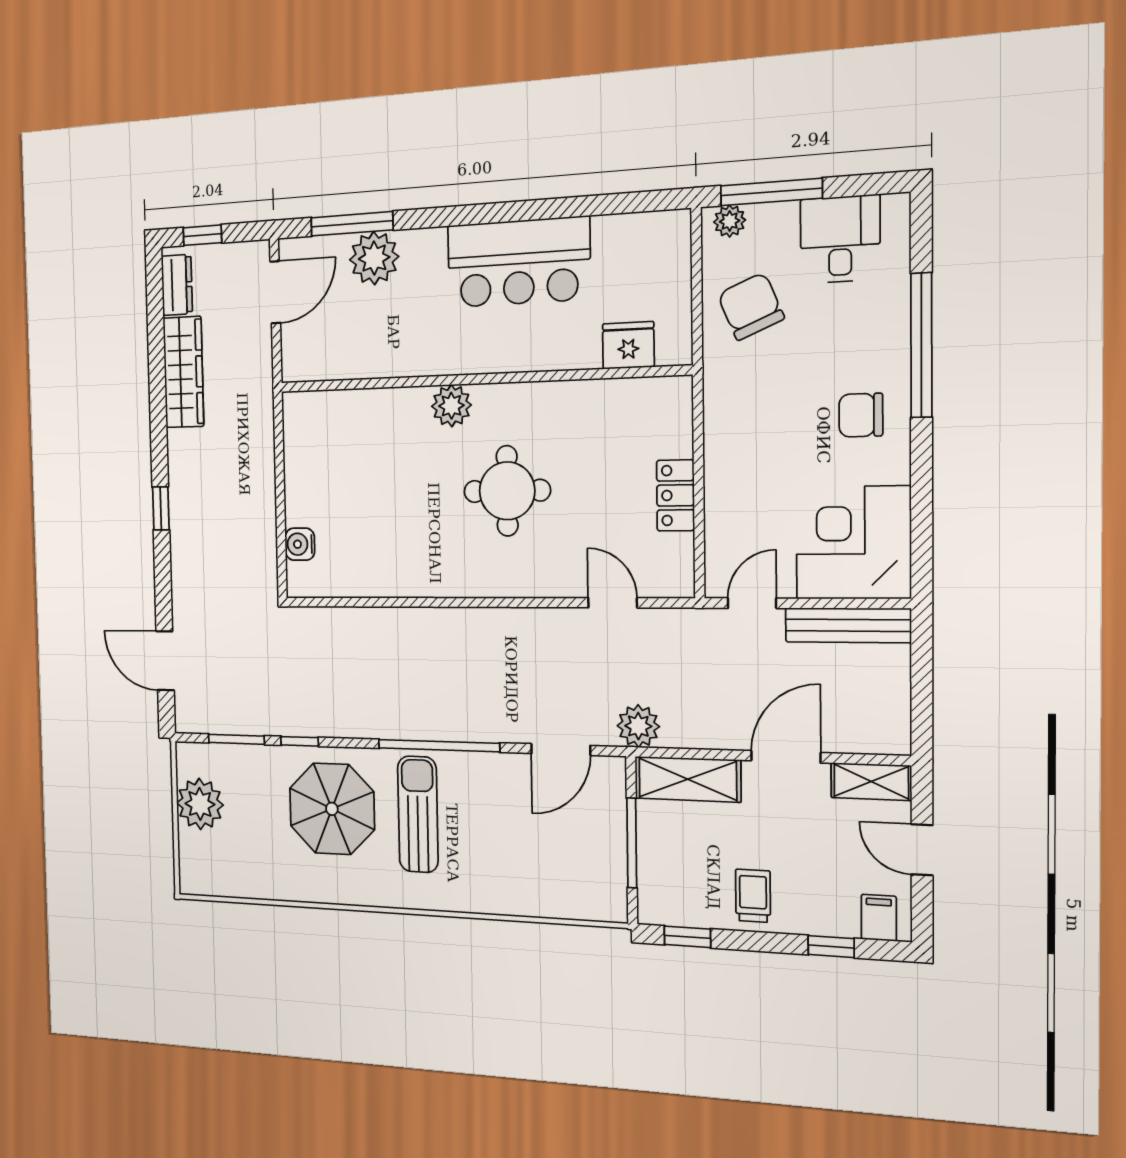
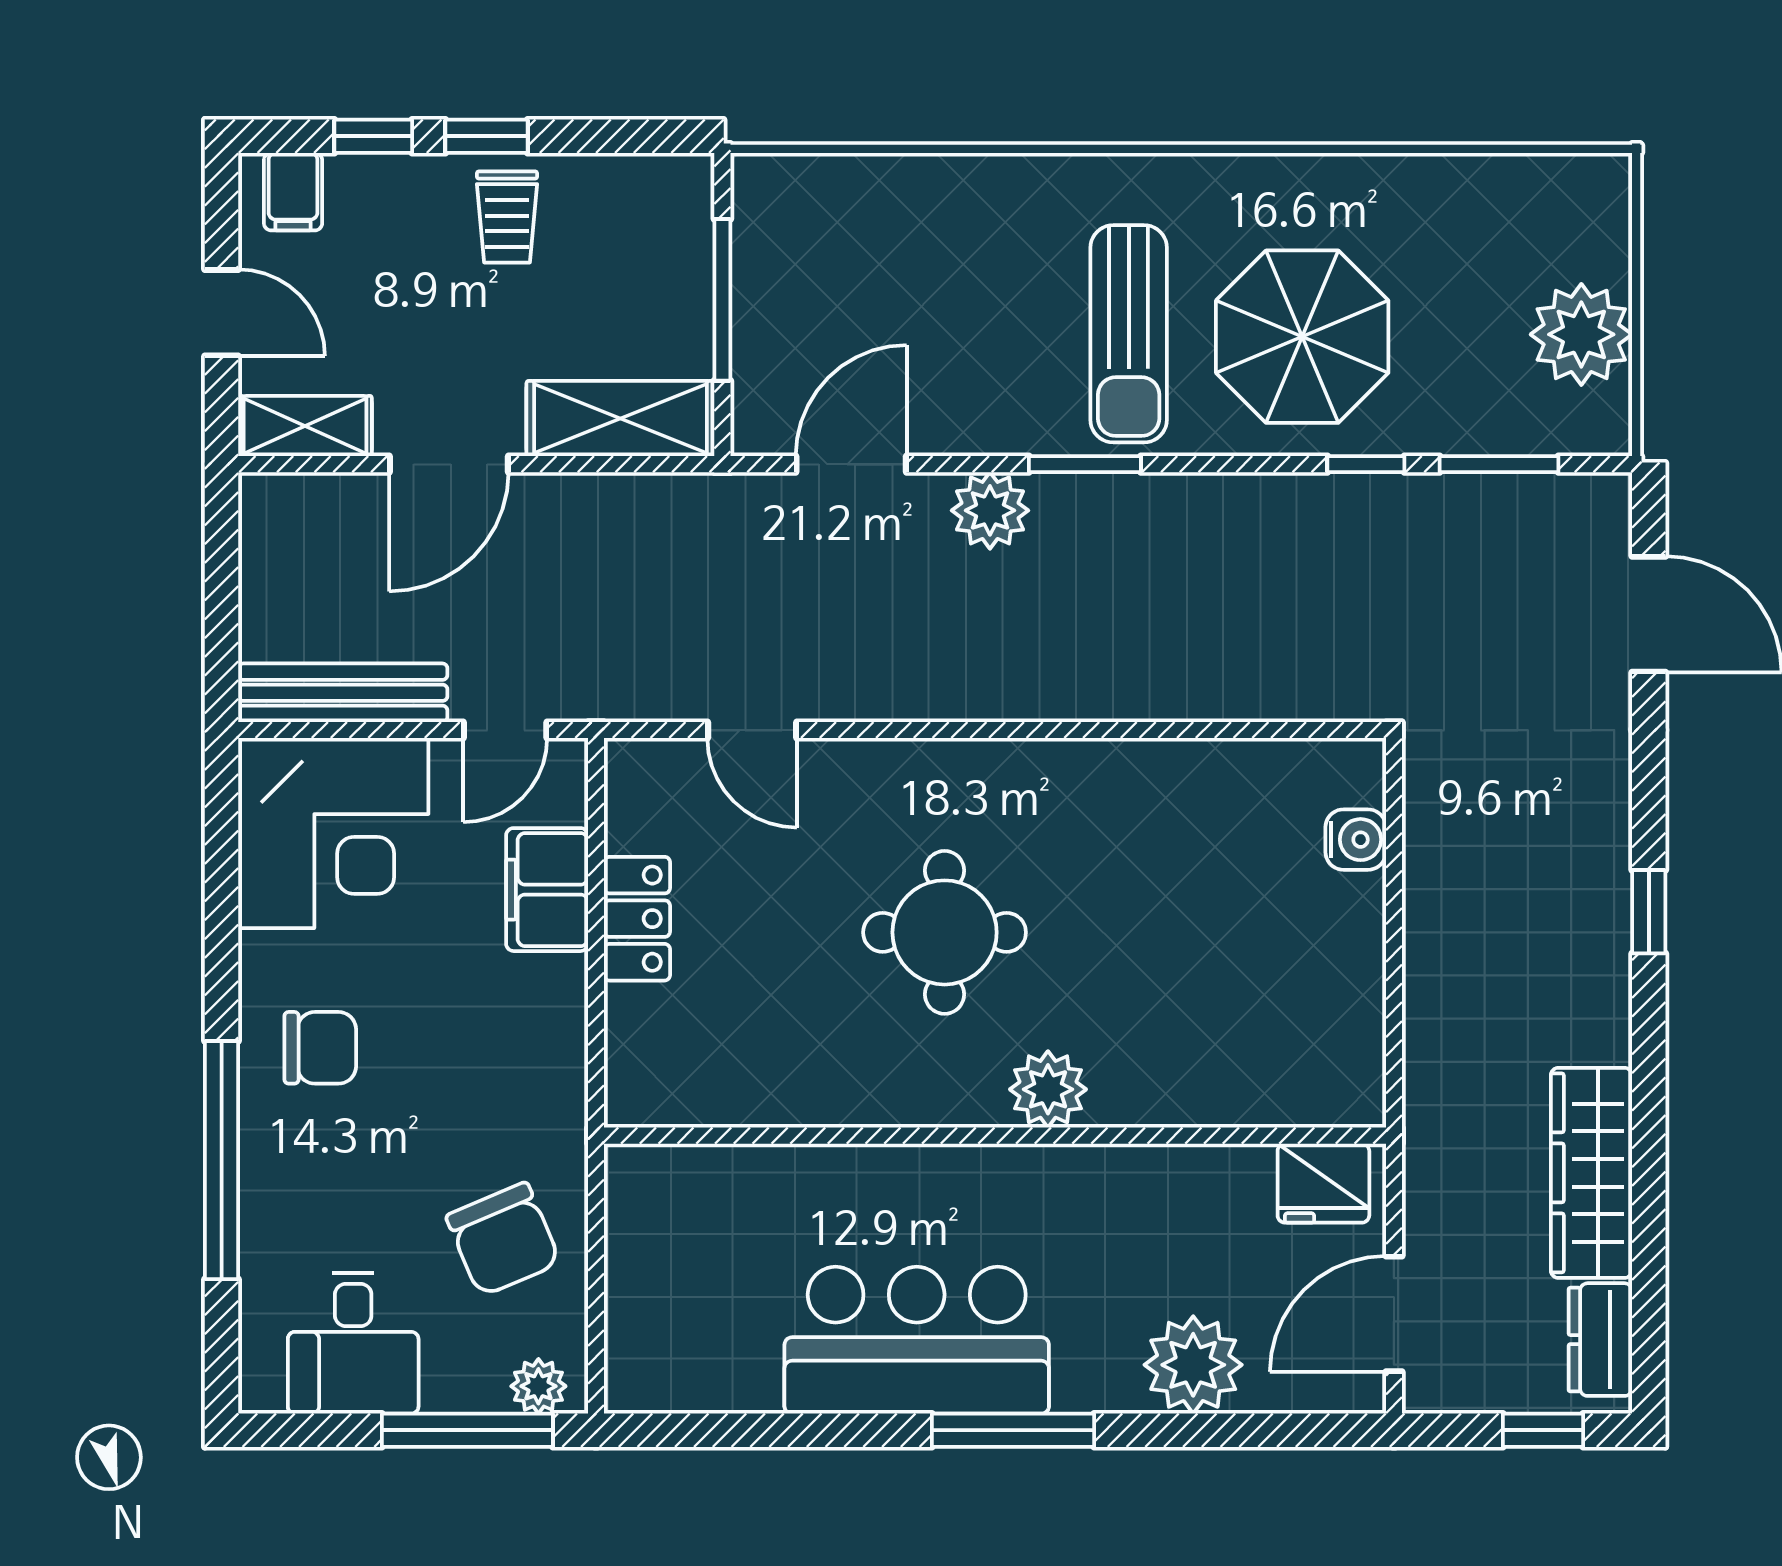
window: (352, 224) -> (1013, 1430), moved
fridge: (628, 345) -> (1323, 1183), moved
filing cabinet: (727, 511) -> (547, 890), added
plant: (638, 726) -> (990, 510), moved
window: (439, 746) -> (1085, 464), width x0.47
window: (687, 937) -> (487, 136), moved

